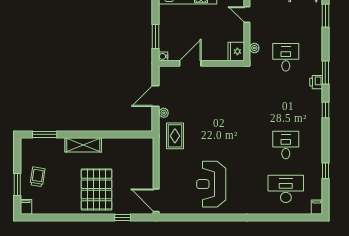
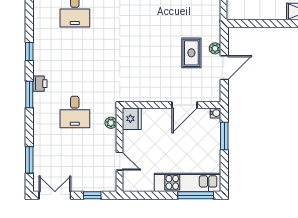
rug: (175, 136) -> (191, 53), moved

